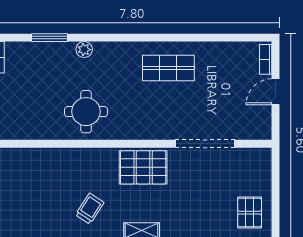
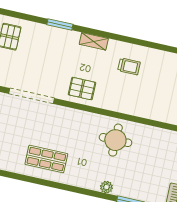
pallet: (143, 167) -> (82, 89), width x0.67, depth x0.71
trolley: (90, 209) -> (129, 66), turned -123

